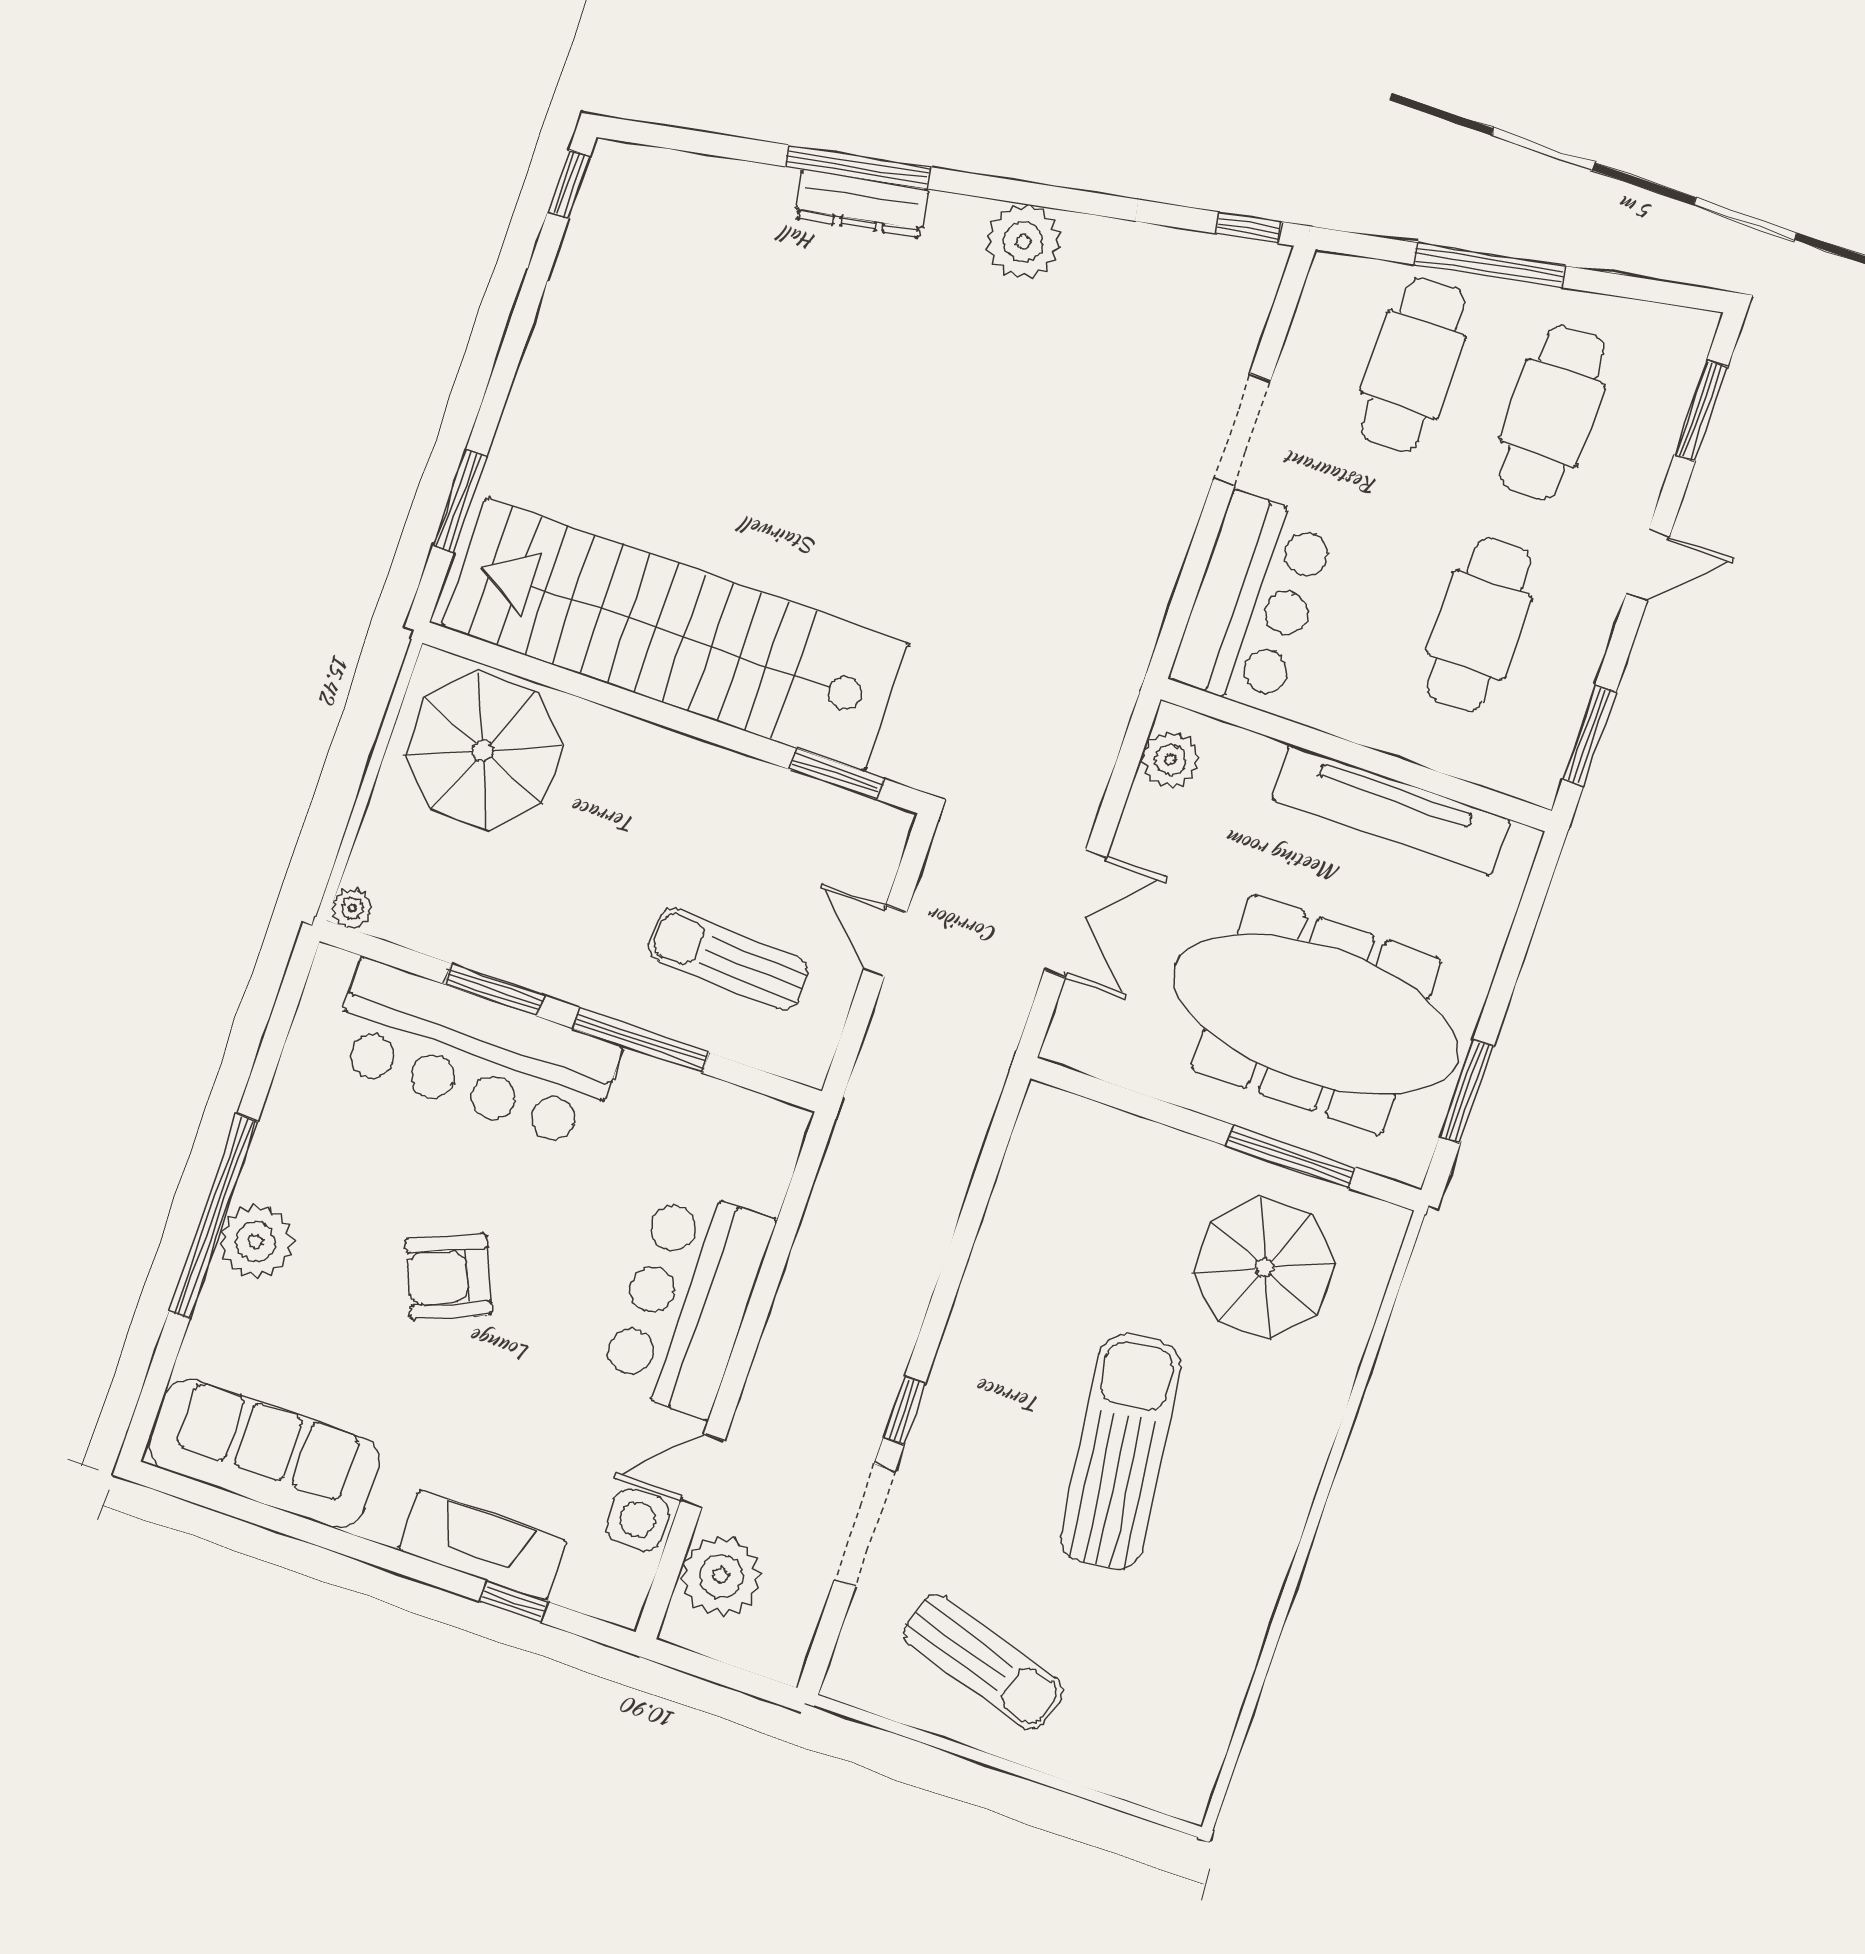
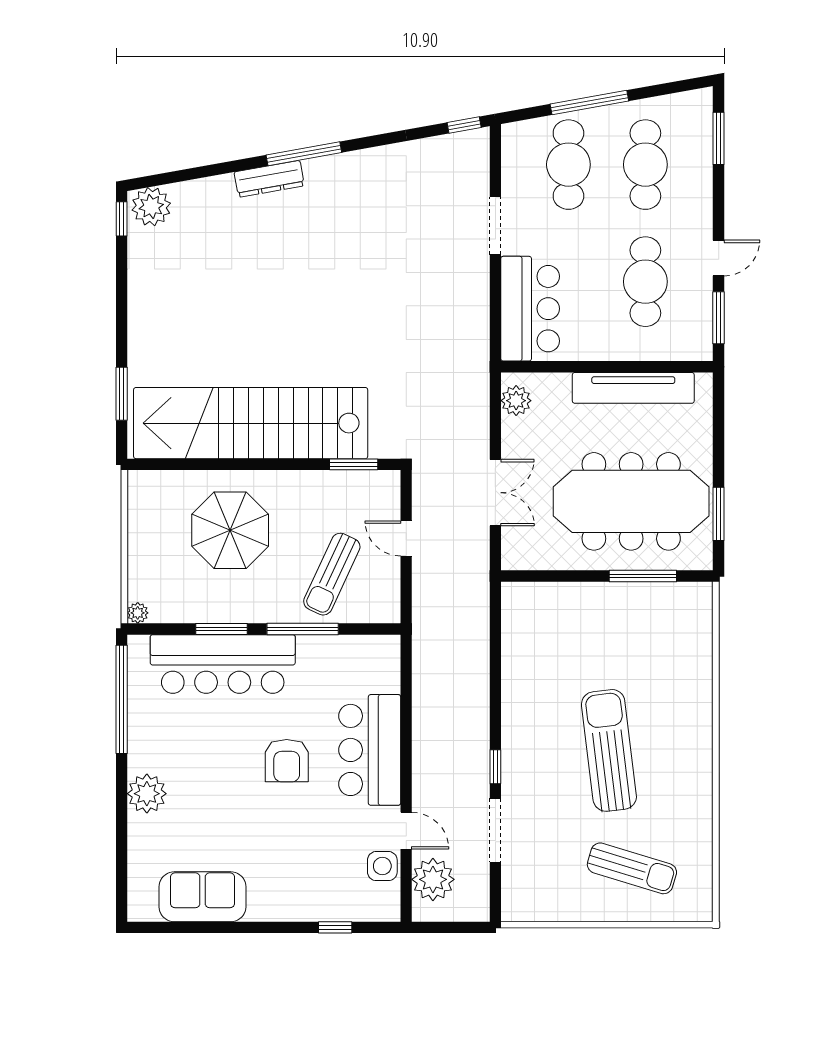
window: (857, 167) -> (304, 154), moved
plant: (1024, 242) -> (151, 207), moved
door: (1648, 565) -> (719, 258), moved
parasol: (483, 751) -> (230, 530), moved
sun lounger: (728, 959) -> (332, 574), turned -68
window: (213, 1217) -> (122, 699), moved
parasol: (1264, 1268) -> (649, 635), removed
armchair: (449, 1277) -> (287, 761), moved, turned -67
sofa: (264, 1454) -> (203, 897), width x0.73
door: (703, 1471) -> (406, 831), swing flipped
fireplace: (483, 1545) -> (310, 905), removed
sun lounger: (983, 1662) -> (632, 868), moved

